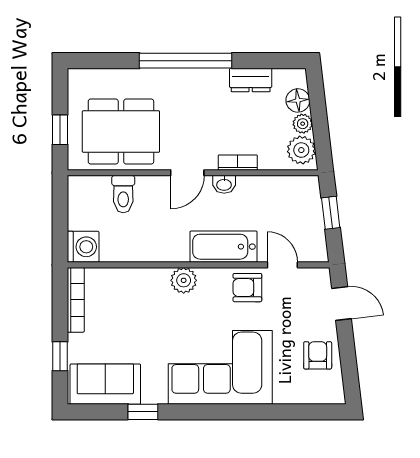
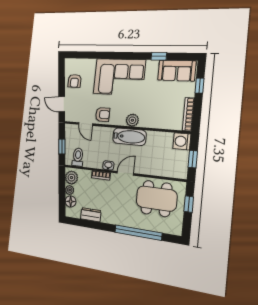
window: (186, 61) -> (138, 233), moved
toilet: (123, 194) -> (78, 157), moved
window: (60, 215) -> (193, 159), added
bathtub: (224, 247) -> (129, 137), moved

